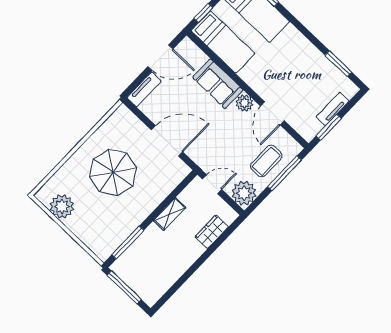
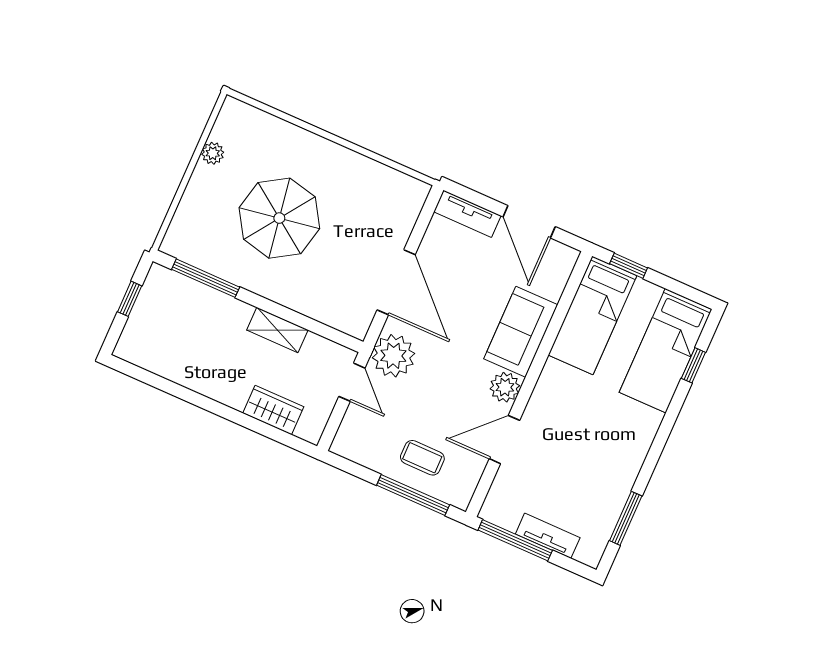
window: (329, 127) -> (515, 540), width x1.44
coffee table: (266, 161) -> (422, 458), width x0.73, depth x0.77
parasol: (113, 172) -> (279, 218), moved
plant: (244, 193) -> (393, 356), moved
plant: (62, 206) -> (213, 153), width x0.53, depth x0.53
window: (124, 287) -> (130, 299), width x0.46

